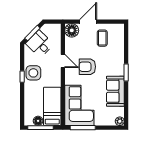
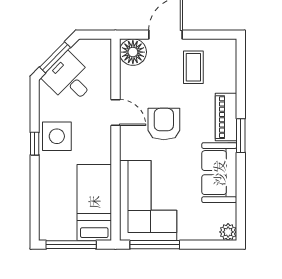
piano: (119, 63) -> (226, 117), added
armchair: (87, 67) -> (164, 124), turned 90
floor lamp: (38, 121) -> (66, 231), removed

